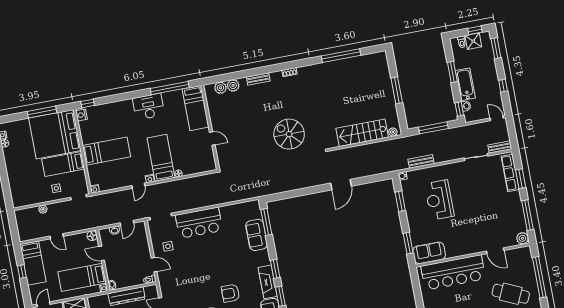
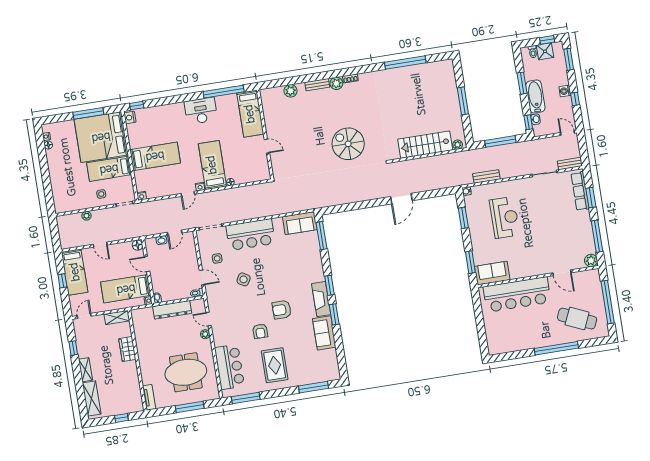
washing machine: (493, 78) -> (565, 91), added
plant: (220, 88) -> (336, 83), moved
reception desk: (439, 200) -> (505, 217), turned 180
sofa: (256, 235) -> (300, 223), moved, turned -90
side table: (194, 265) -> (244, 279), added

